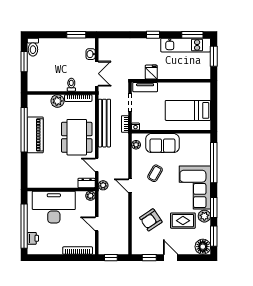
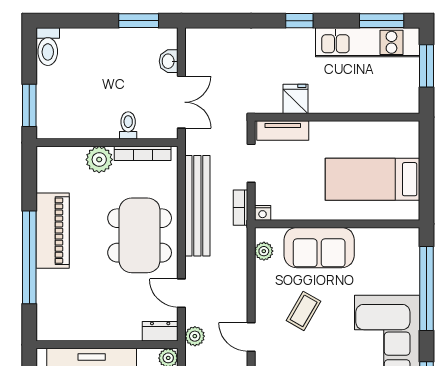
window: (24, 62) -> (29, 105), moved
window: (24, 130) -> (29, 257), moved

